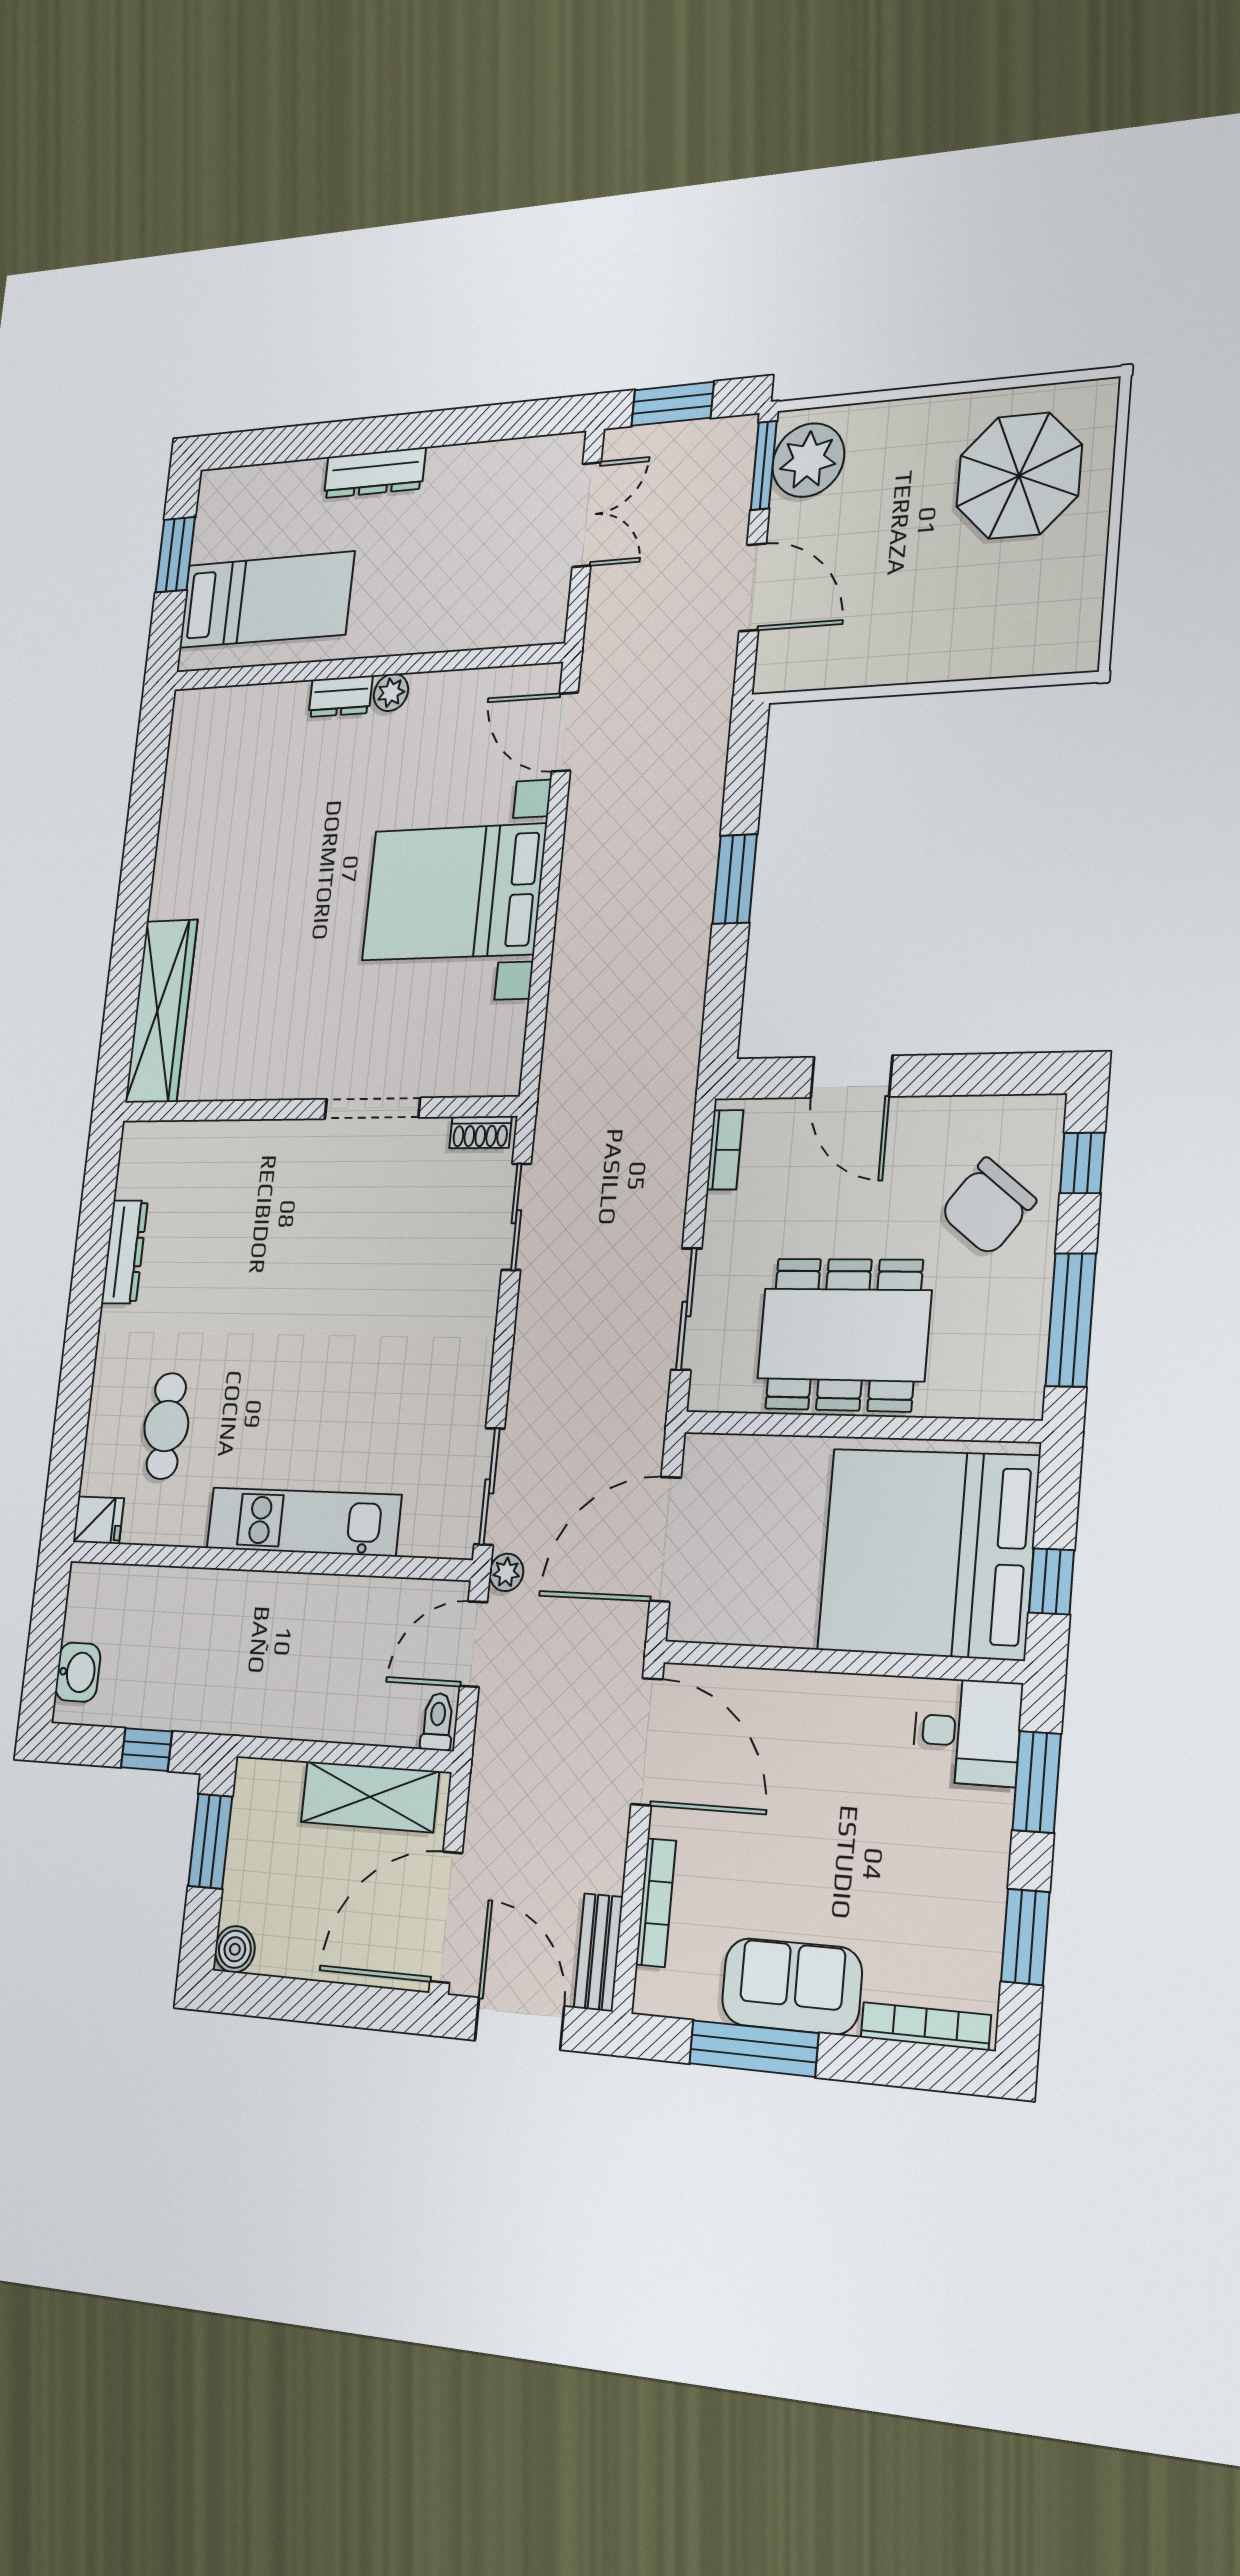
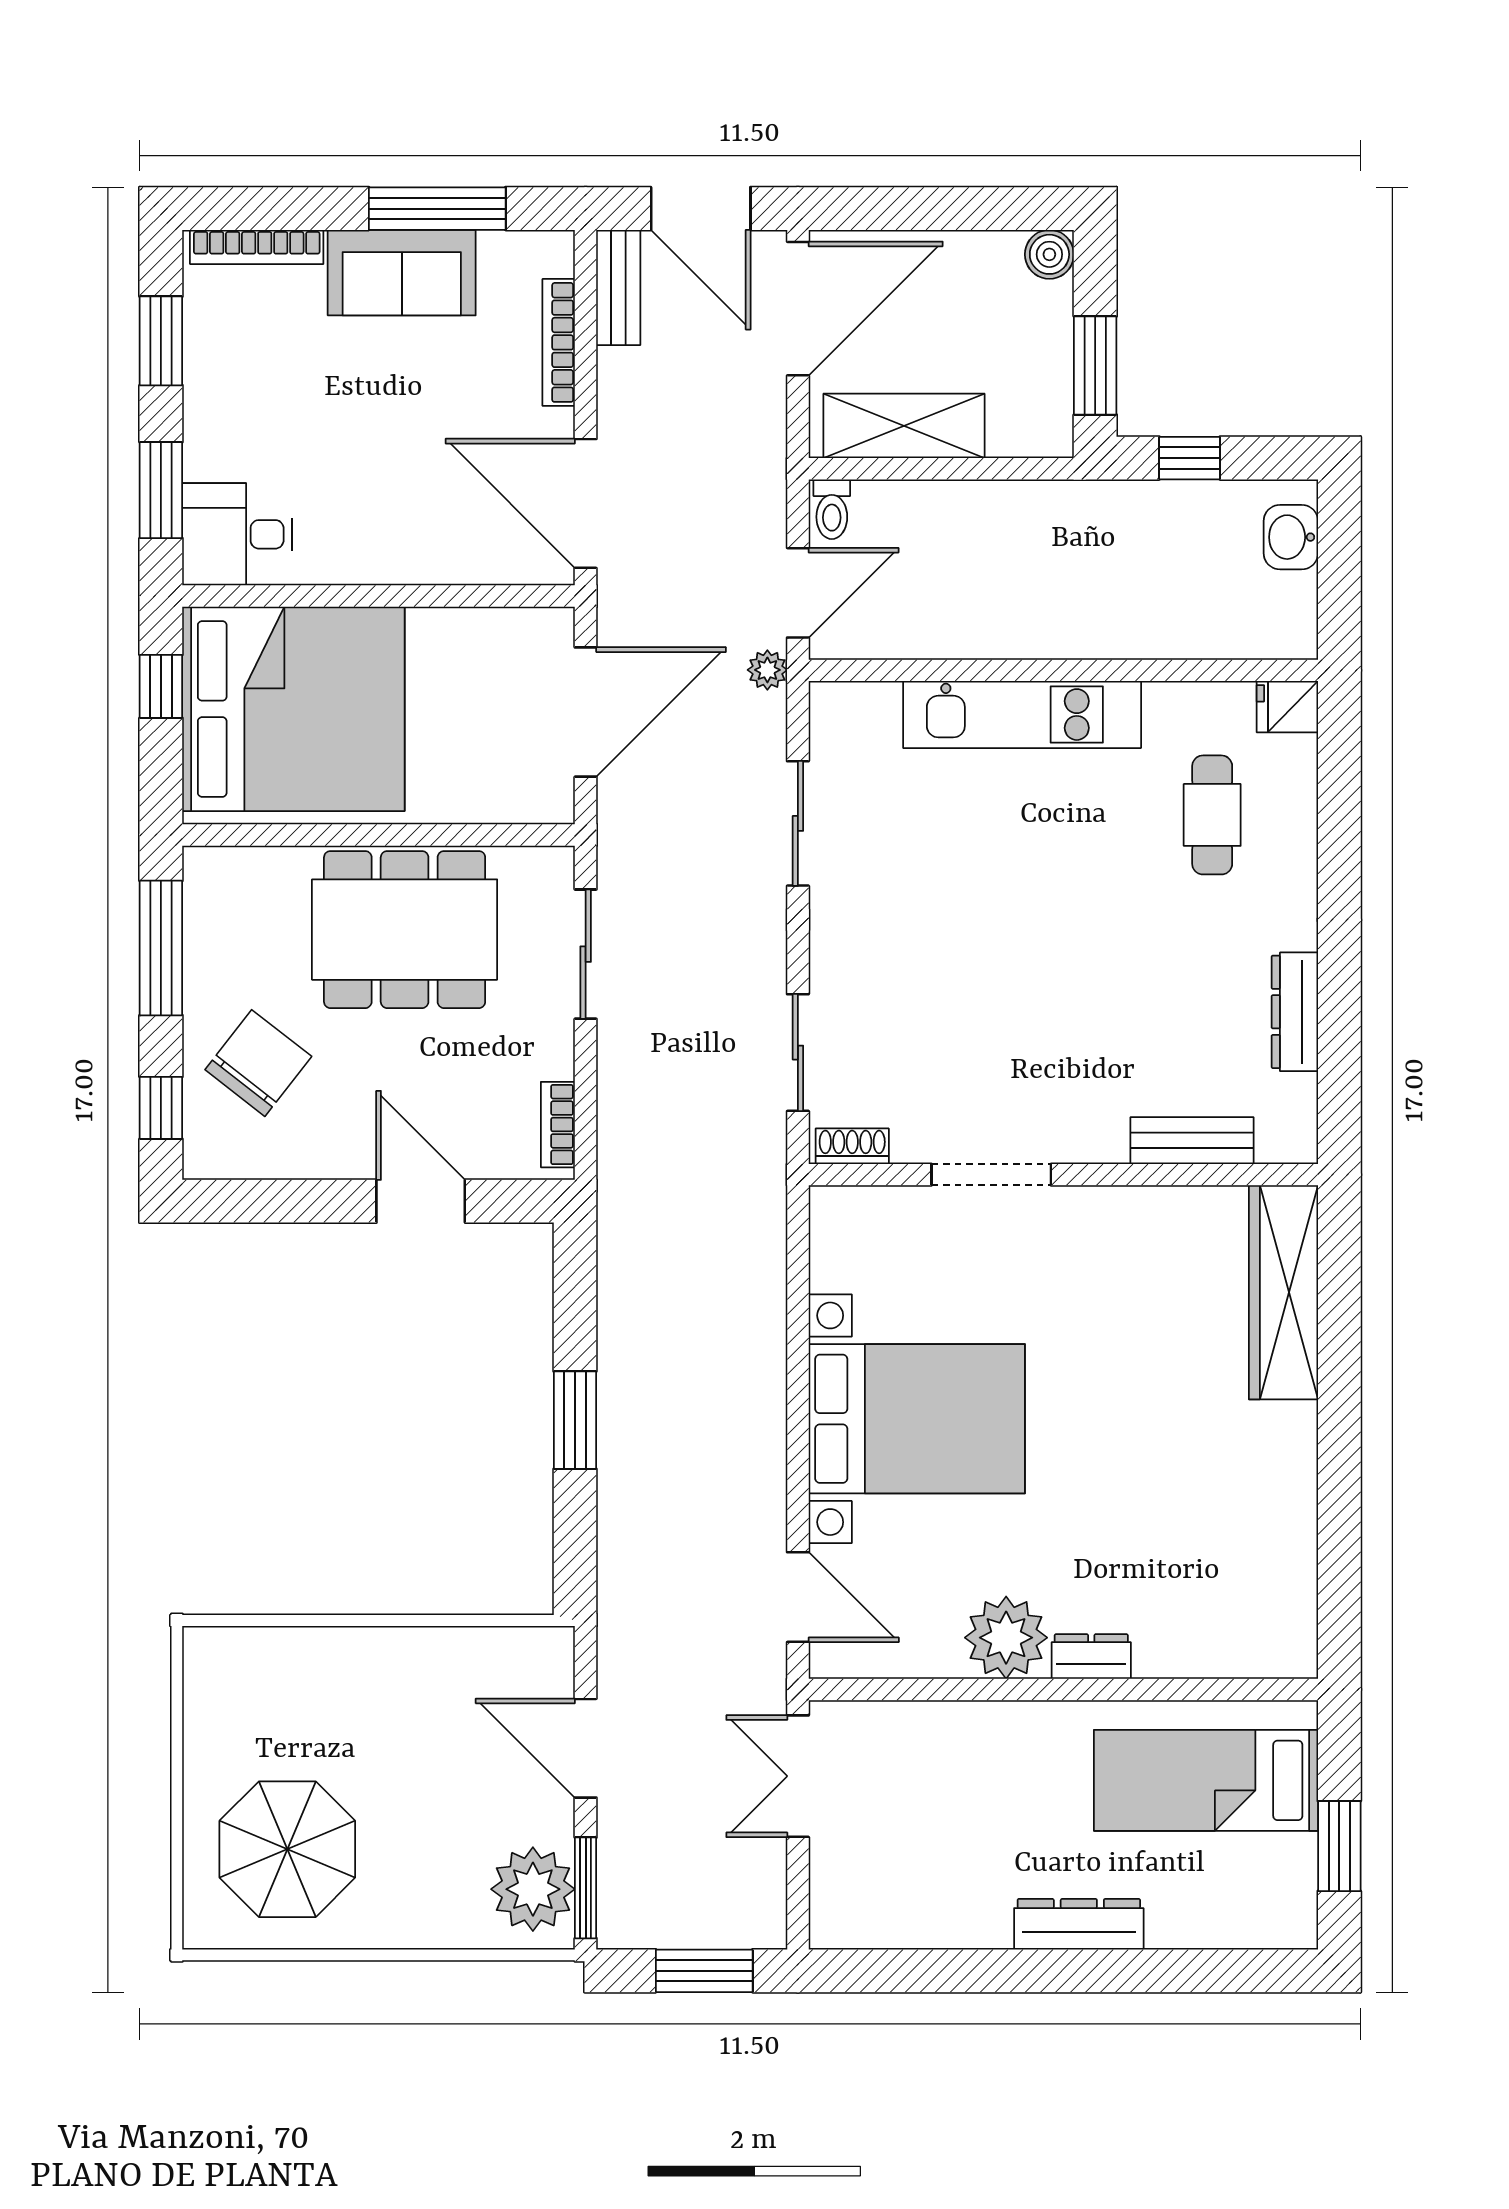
double door: (587, 515) -> (798, 1776), moved
plant: (391, 692) -> (1006, 1638), width x1.88, depth x1.88
bench: (214, 1140) -> (1192, 1141), added
sliding door: (489, 1486) -> (798, 823), moved

